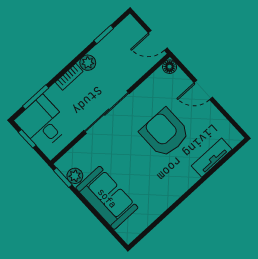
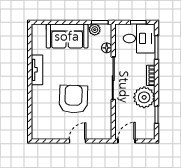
plant: (88, 63) -> (144, 97), width x1.87, depth x1.87
floor lamp: (170, 67) -> (107, 48), moved
armchair: (165, 133) -> (73, 99), turned -88
tv unit: (212, 158) -> (37, 70), moved

